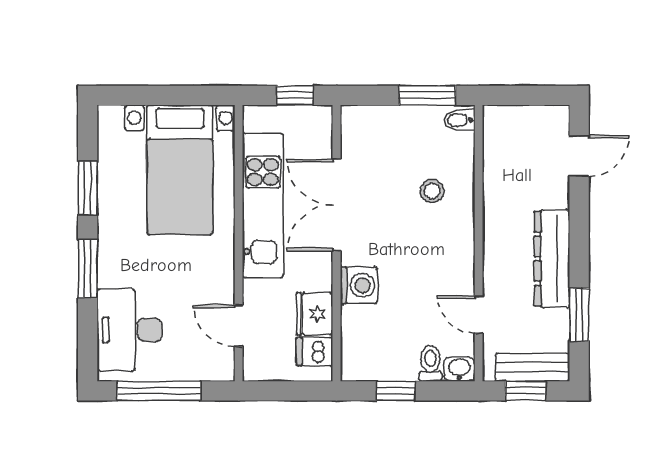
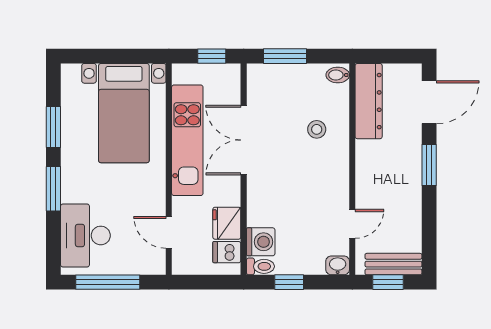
window: (427, 95) -> (285, 56), moved
door: (579, 156) -> (429, 102), width x1.38
dresser: (552, 259) -> (369, 101), moved, turned 180
washing machine: (359, 285) -> (261, 242), moved
door: (479, 315) -> (352, 224), swing flipped
window: (579, 315) -> (429, 165), moved
toilet: (430, 363) -> (260, 266), moved, turned 90

